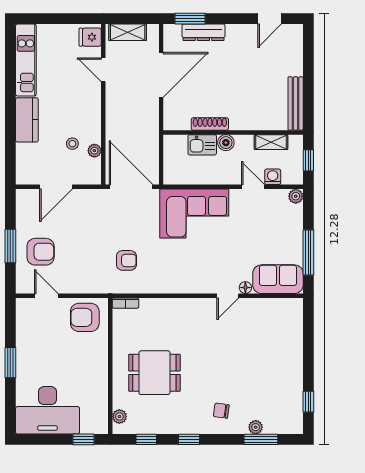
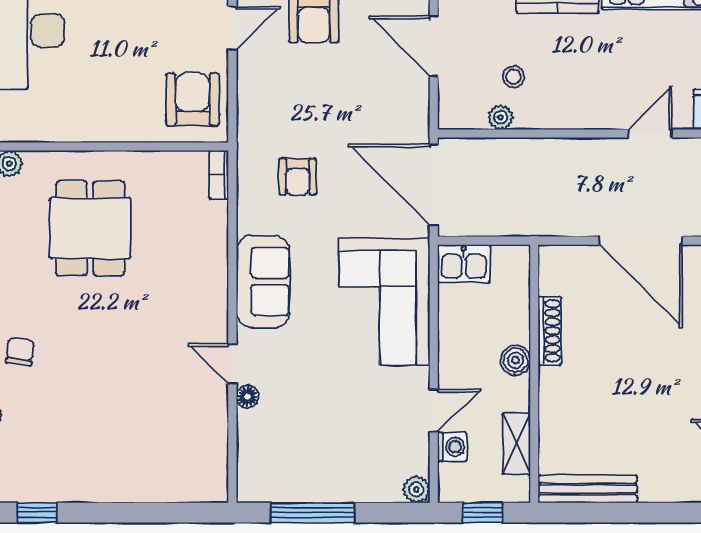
kitchen sink: (202, 145) -> (464, 264), moved, turned -90
door: (131, 187) -> (434, 185), swing flipped
sofa: (278, 279) -> (263, 281), moved

